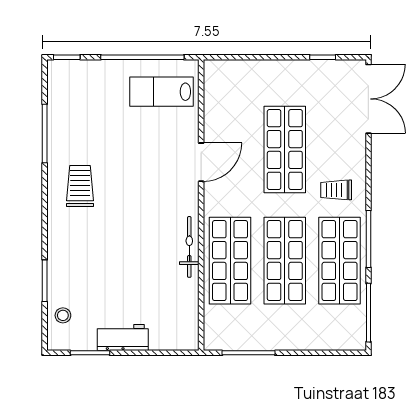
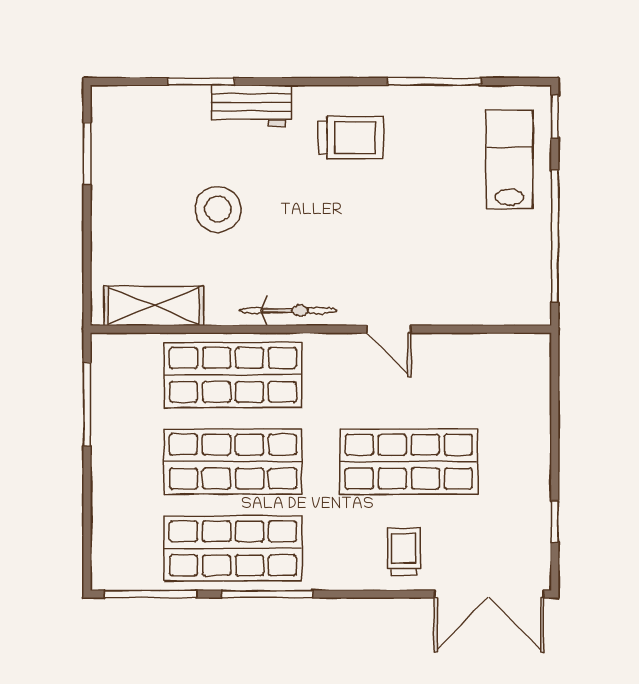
lab bench: (161, 92) -> (509, 159), moved
door: (201, 162) -> (389, 329), width x0.73
trolley: (336, 190) -> (404, 552), moved
bicycle: (189, 247) -> (288, 310), moved
shelving: (186, 311) -> (154, 306), added
stool: (63, 315) -> (218, 209), moved, width x1.89, depth x1.89
workbench: (123, 338) -> (251, 106), moved, turned 90

